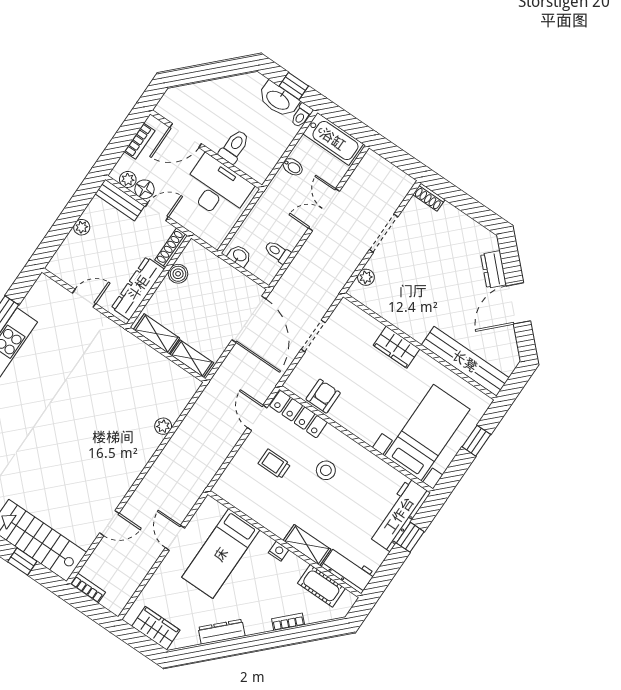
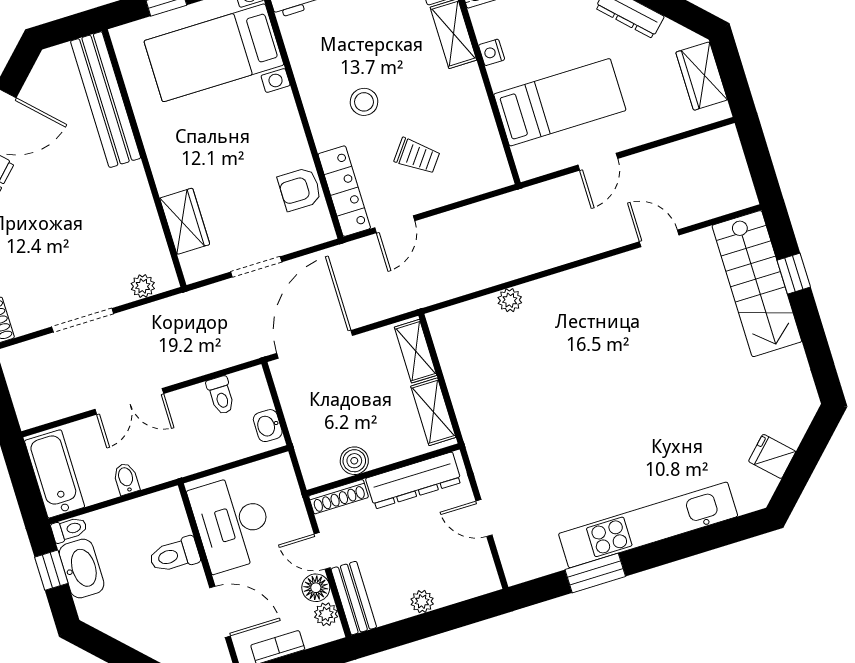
wardrobe: (396, 347) -> (185, 221), moved
trolley: (274, 464) -> (417, 156), turned -53
bookcase: (88, 588) -> (743, 184), removed

